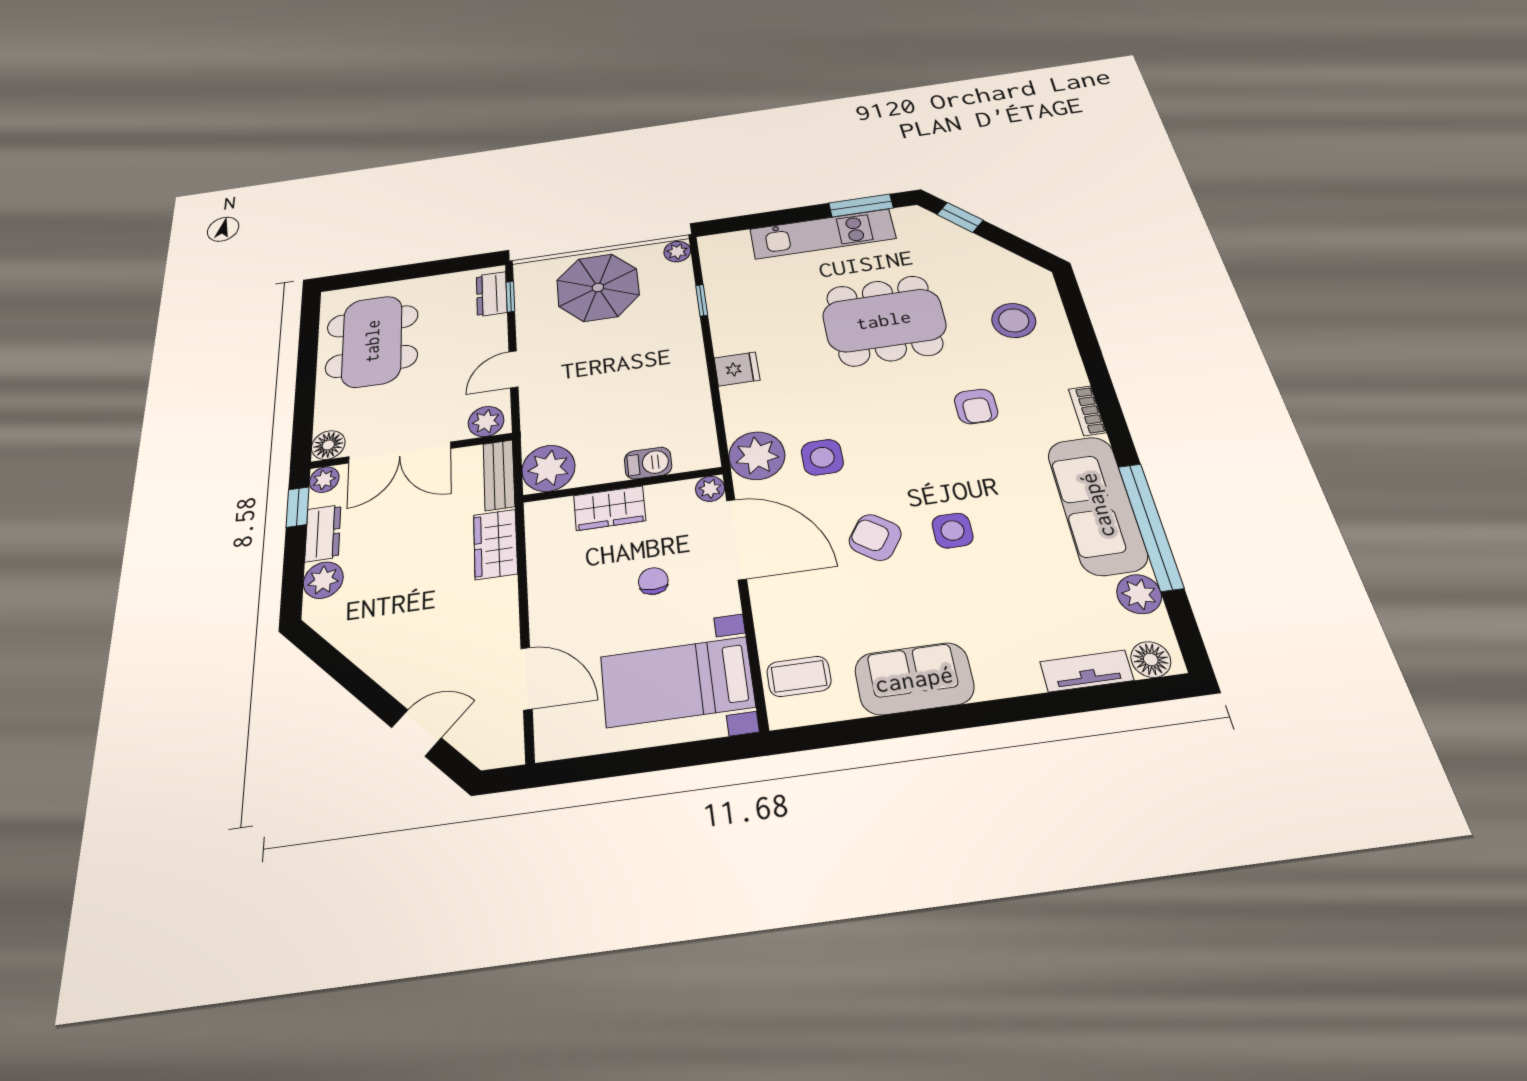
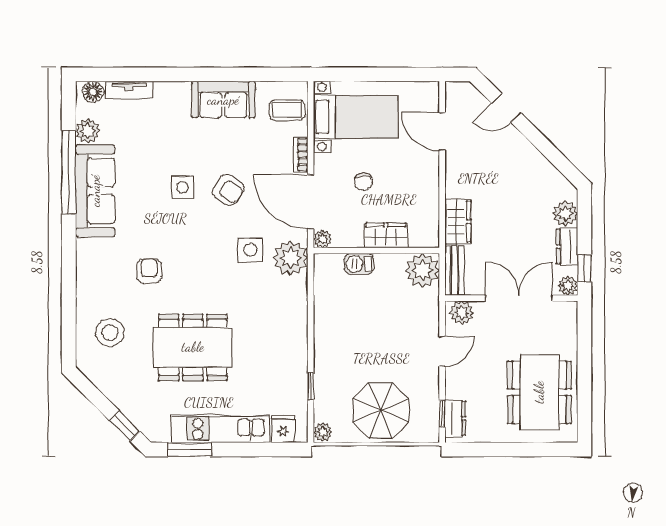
fridge: (737, 369) -> (283, 429), moved, turned 90
bookcase: (1087, 411) -> (301, 155), moved, turned 180
floor lamp: (328, 445) -> (566, 312), removed

